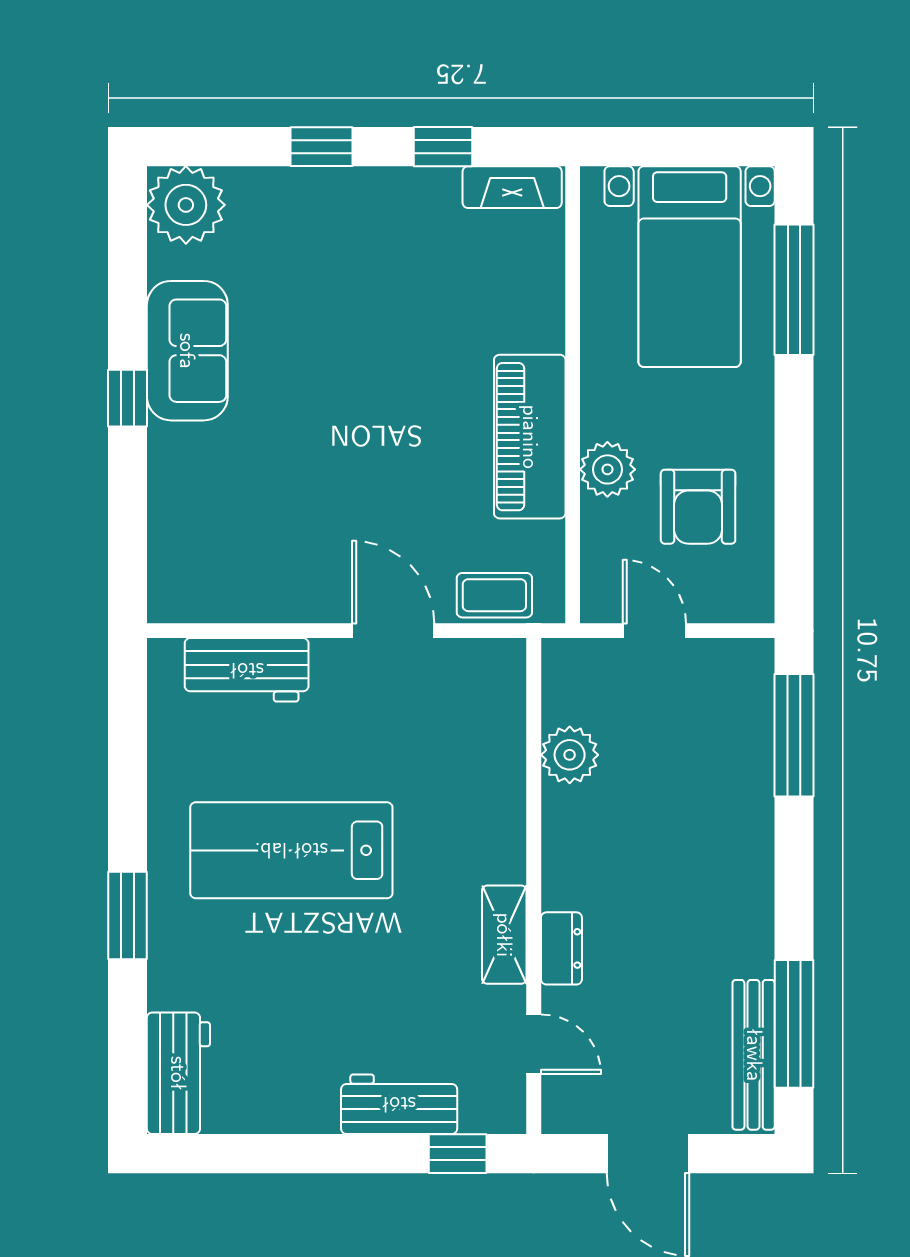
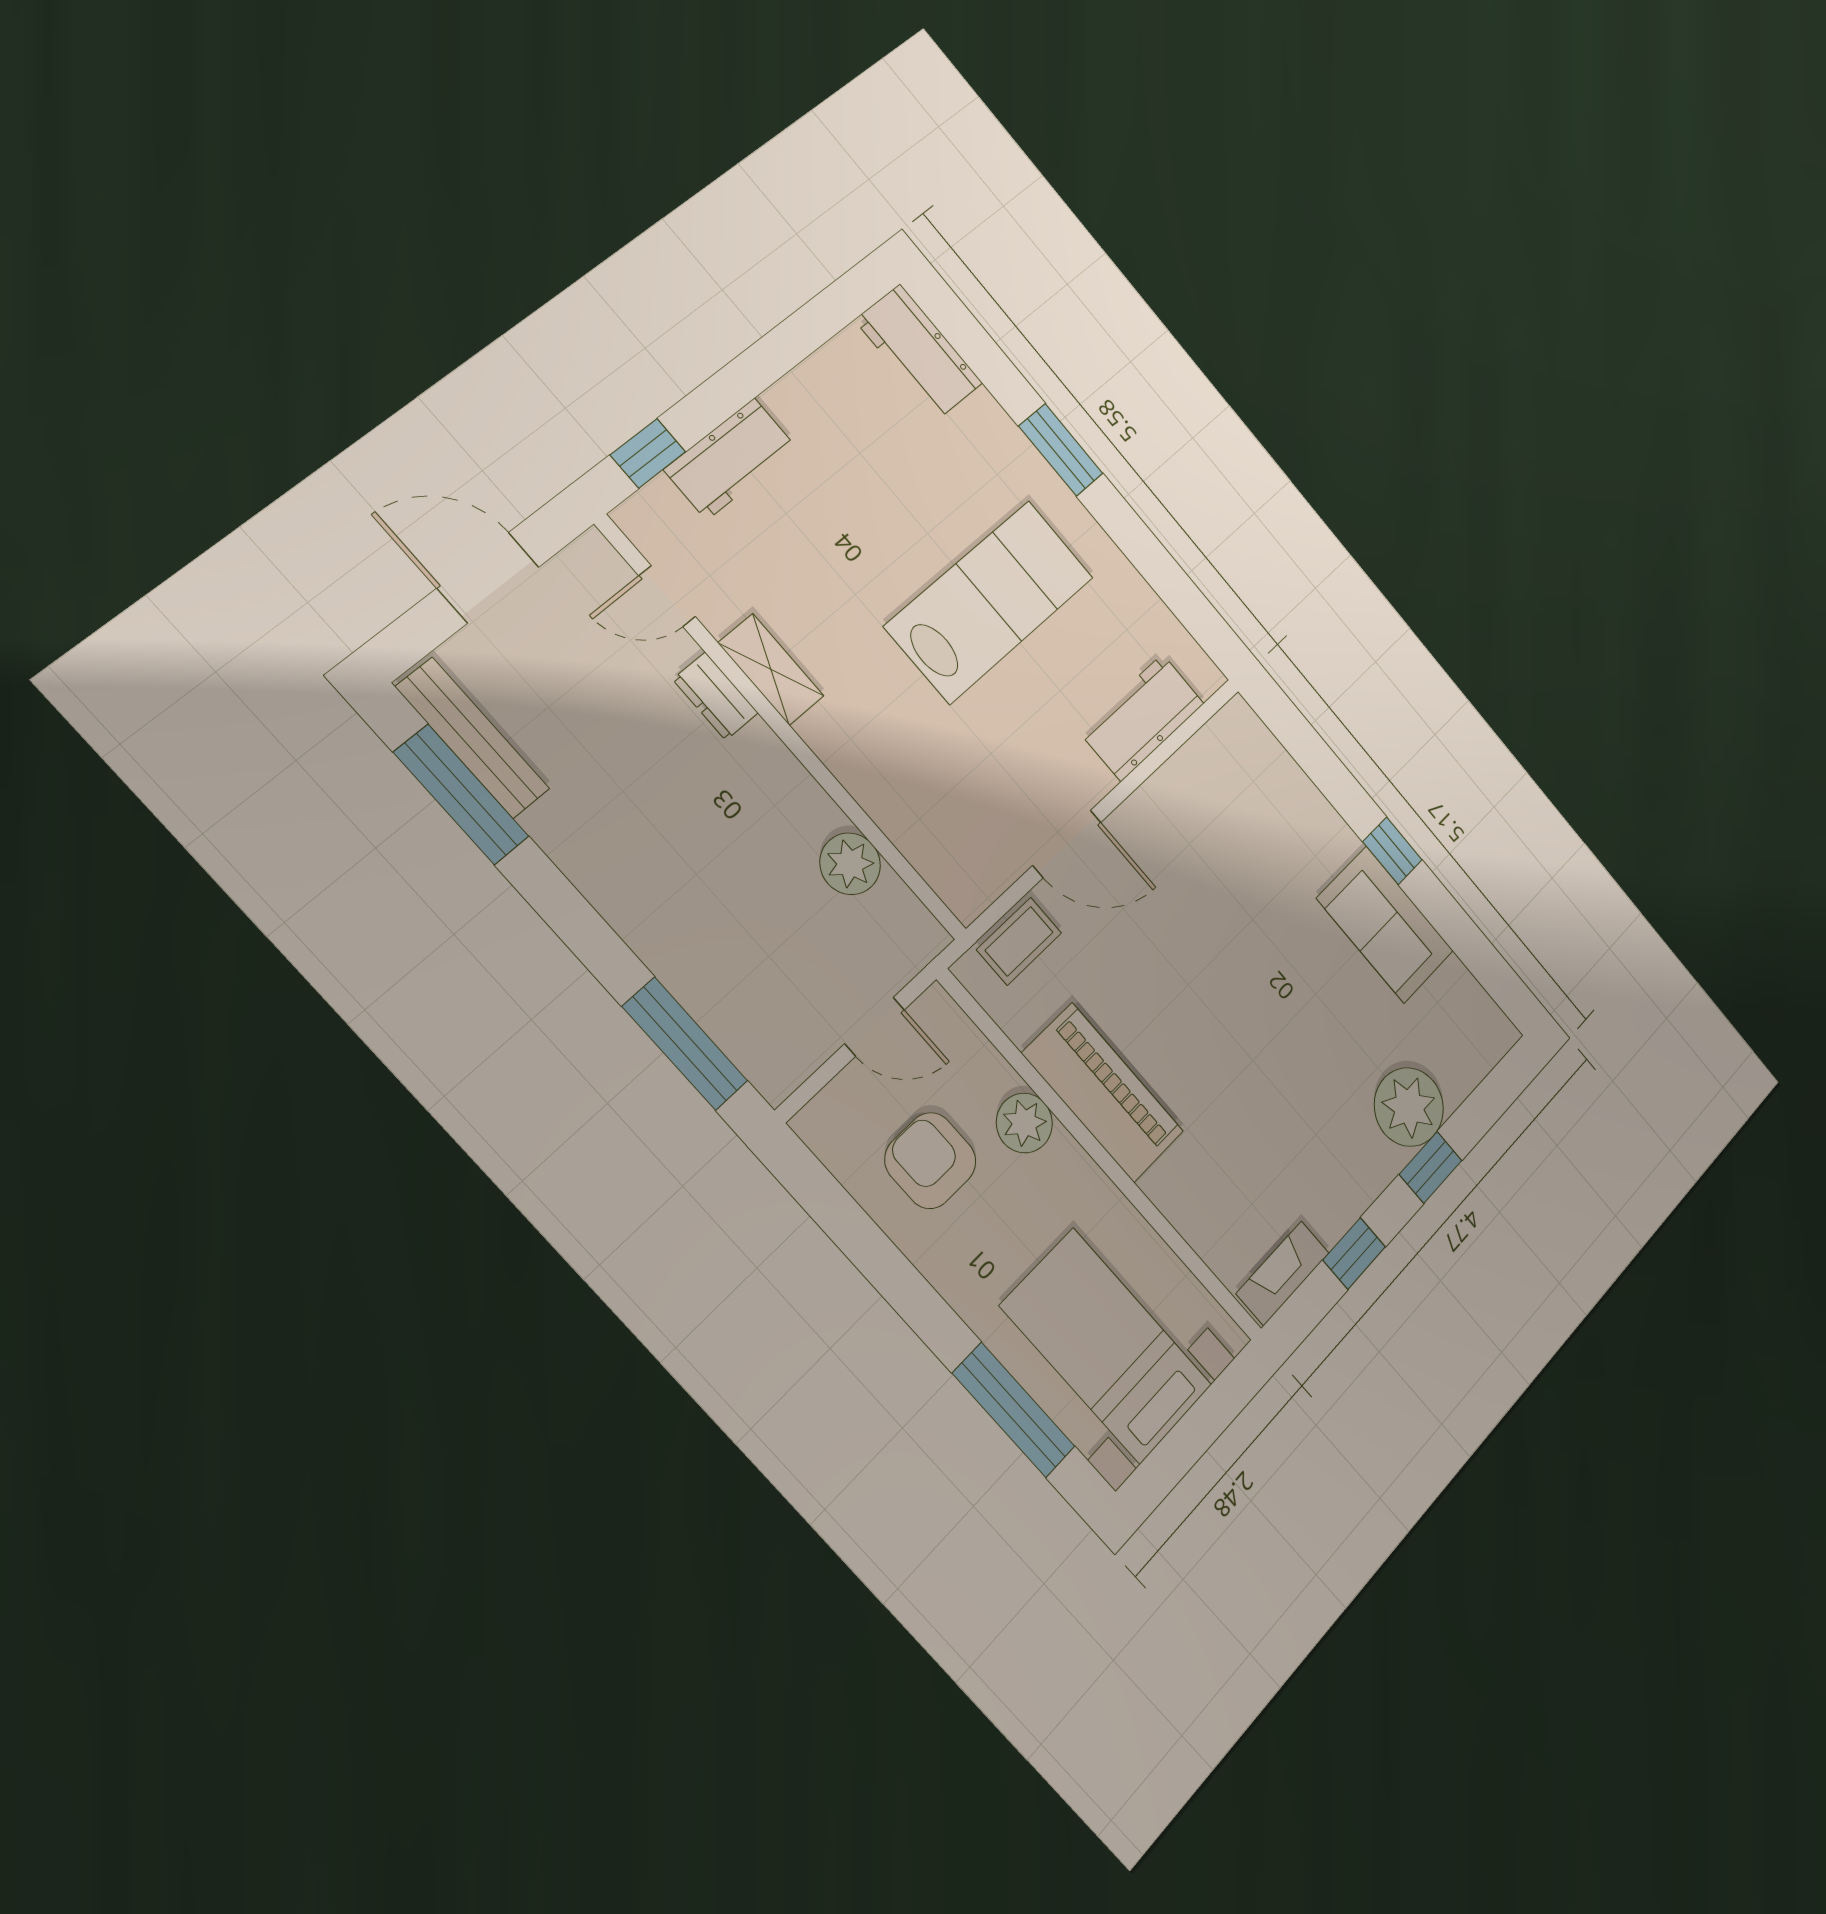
plant: (186, 205) -> (1409, 1107), moved

